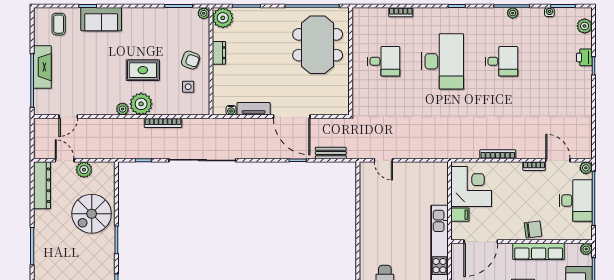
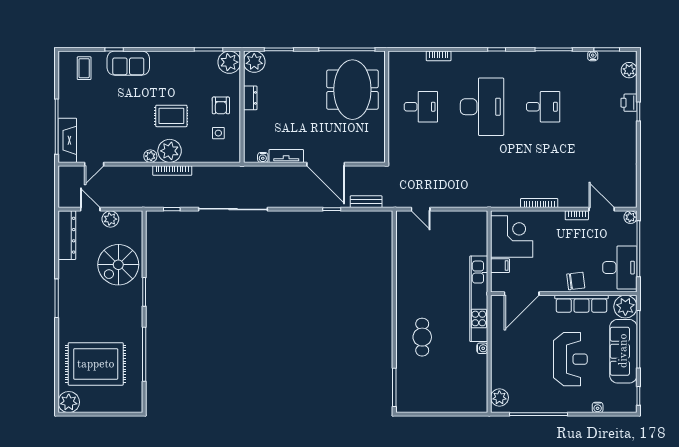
plant: (204, 13) -> (229, 62), width x1.88, depth x1.88
plant: (513, 13) -> (555, 57), removed
armchair: (191, 60) -> (221, 105), turned 70
fireplace: (42, 67) -> (67, 140), moved
bookcase: (163, 123) -> (172, 170), moved
desk: (576, 200) -> (620, 268), moved
plant: (586, 249) -> (625, 307), width x1.87, depth x1.87

